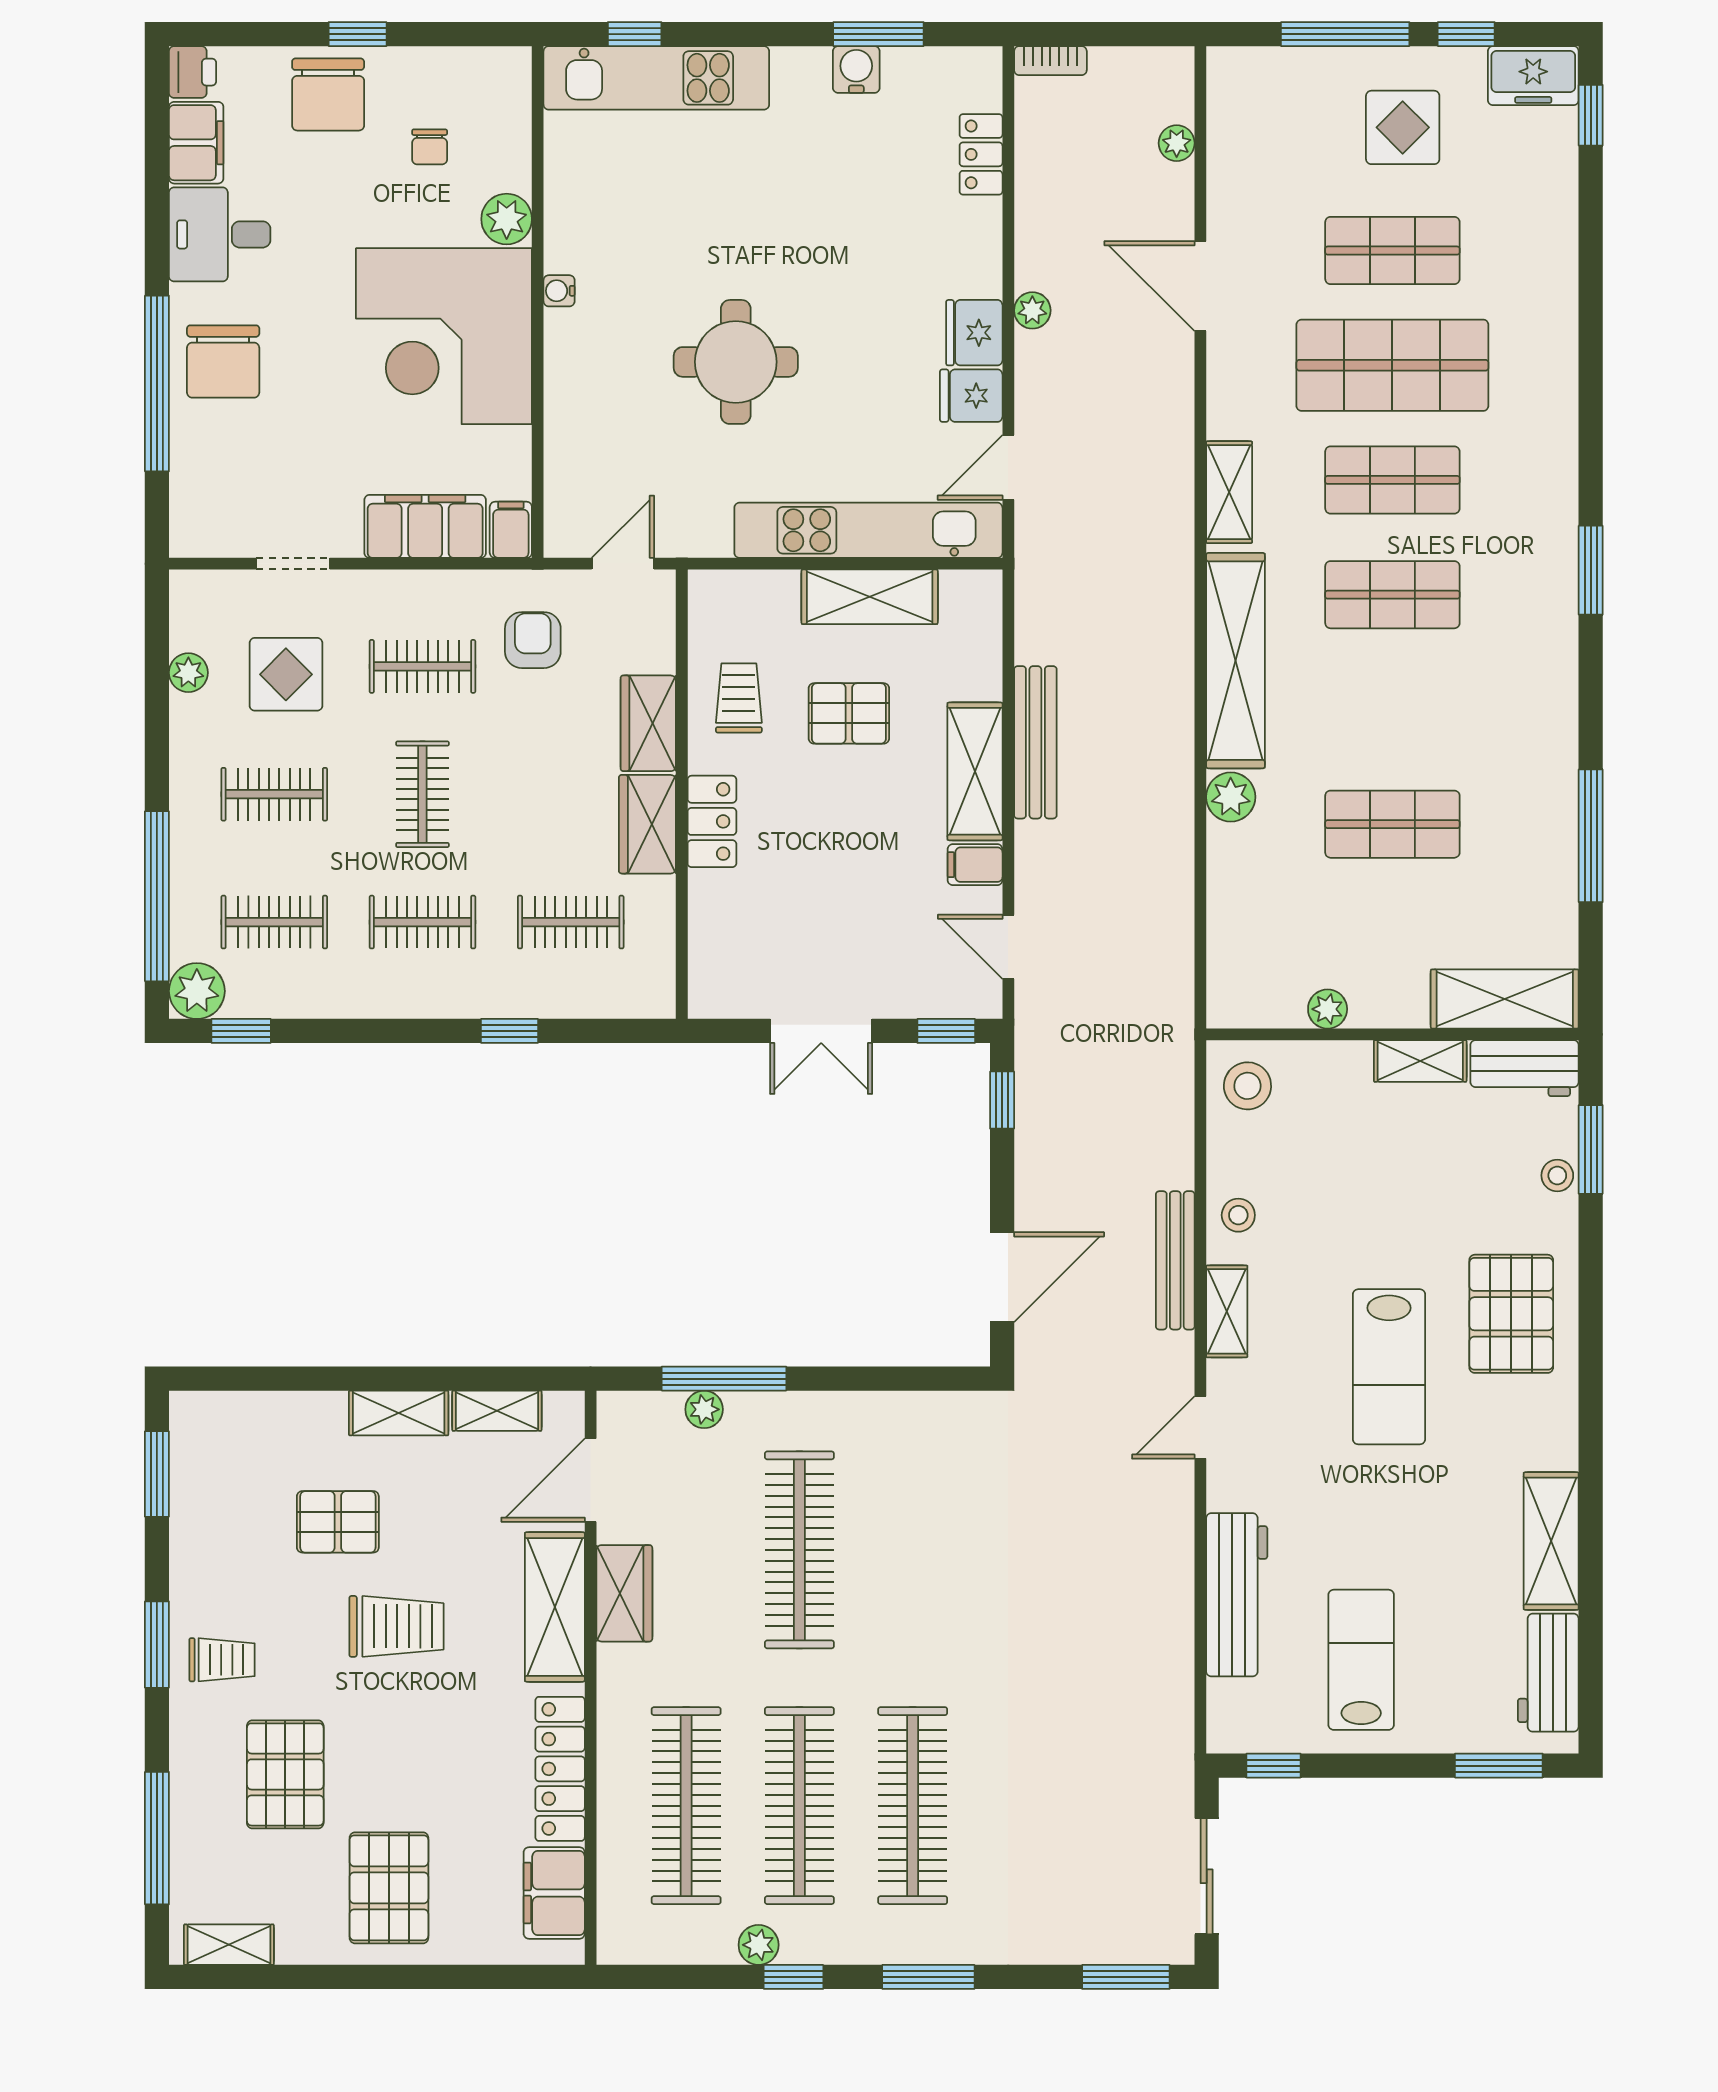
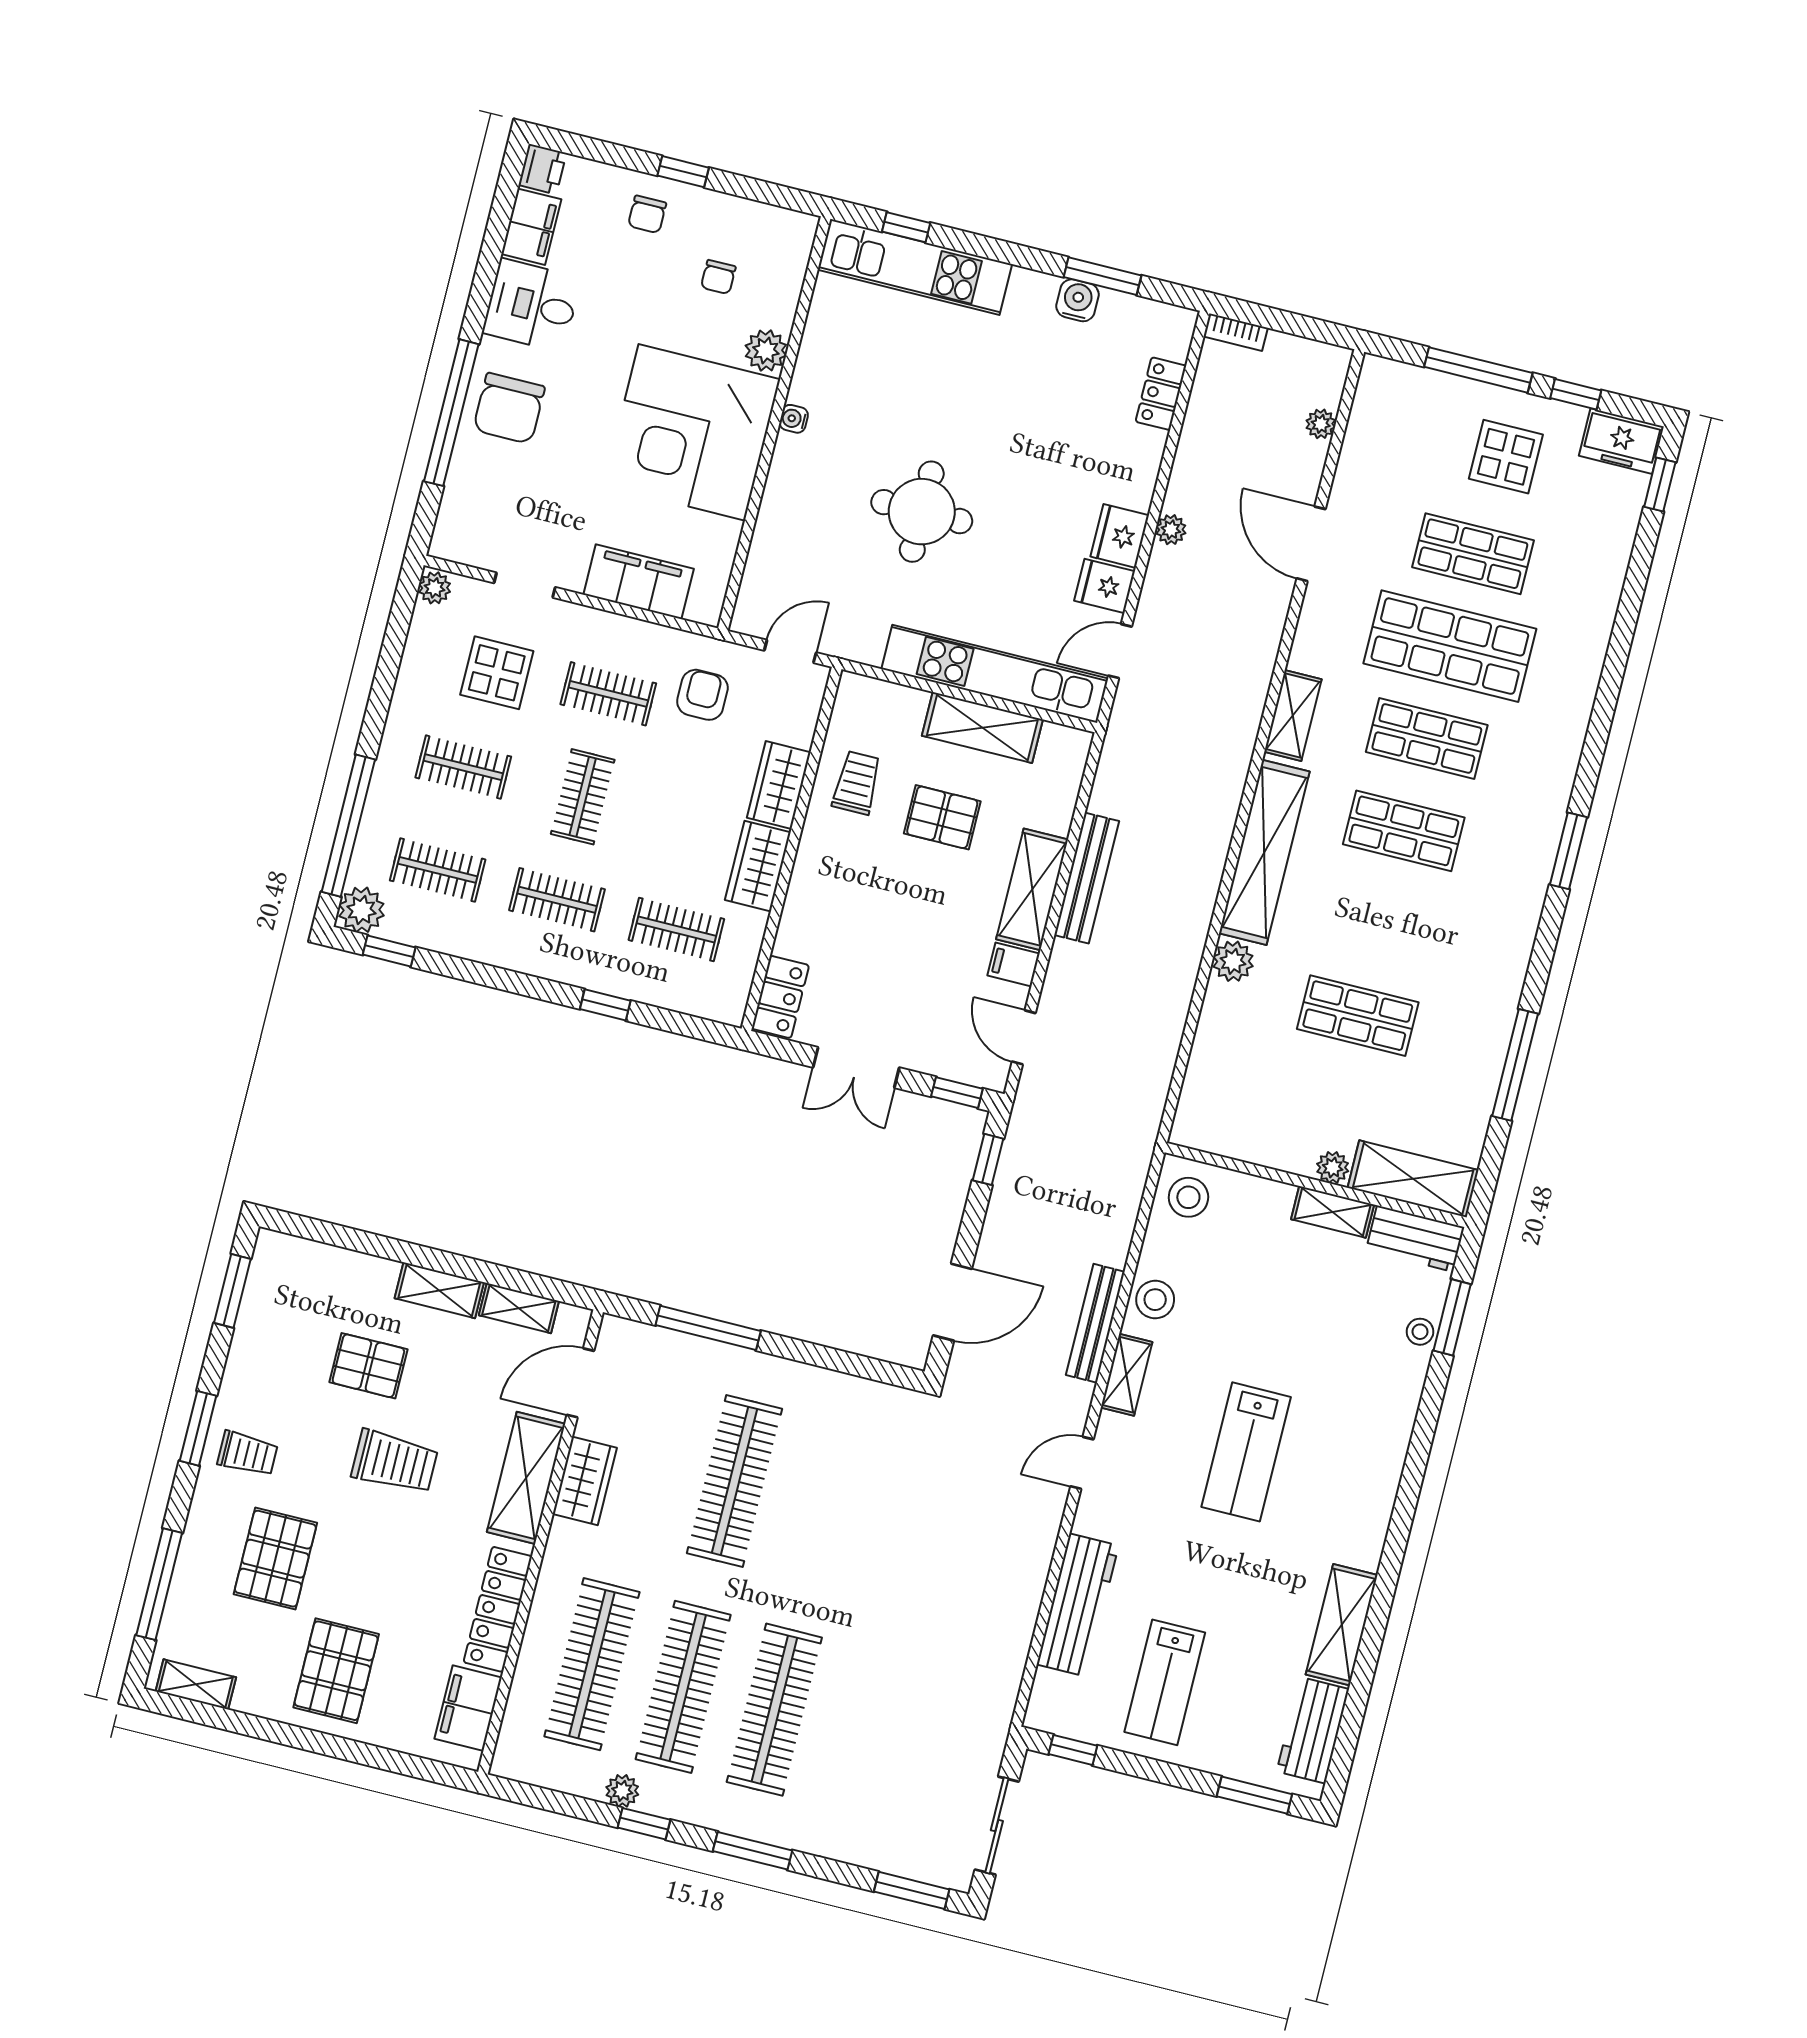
chair: (328, 95) -> (647, 214), width x0.54, depth x0.54
filing cabinet: (511, 530) -> (707, 602), removed
plant: (188, 673) -> (435, 588), moved
locker: (712, 821) -> (780, 997), moved
plant: (1328, 1009) -> (1333, 1167), moved
stool: (1238, 1215) -> (1155, 1300), width x1.37, depth x1.37
pallet: (1511, 1314) -> (1355, 1434), removed
plant: (704, 1409) -> (686, 1349), removed
lab bench: (1361, 1660) -> (1165, 1682), turned 180

